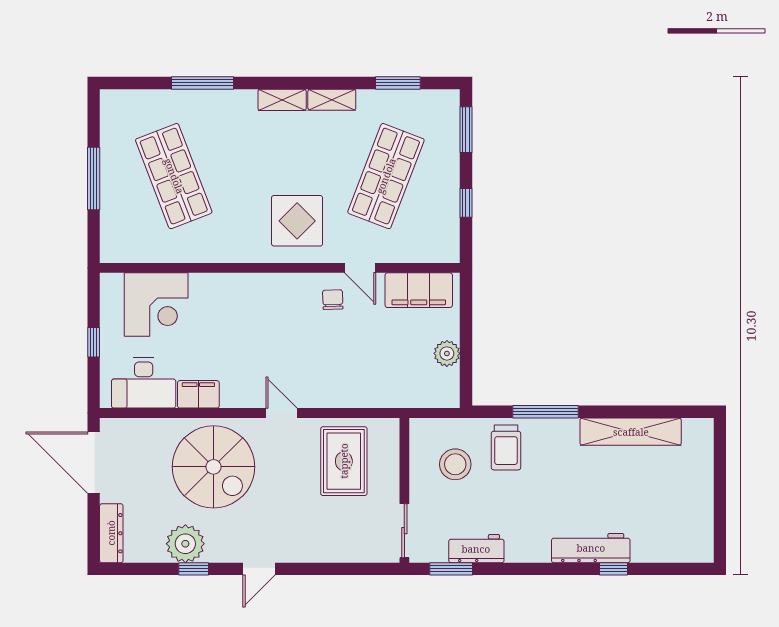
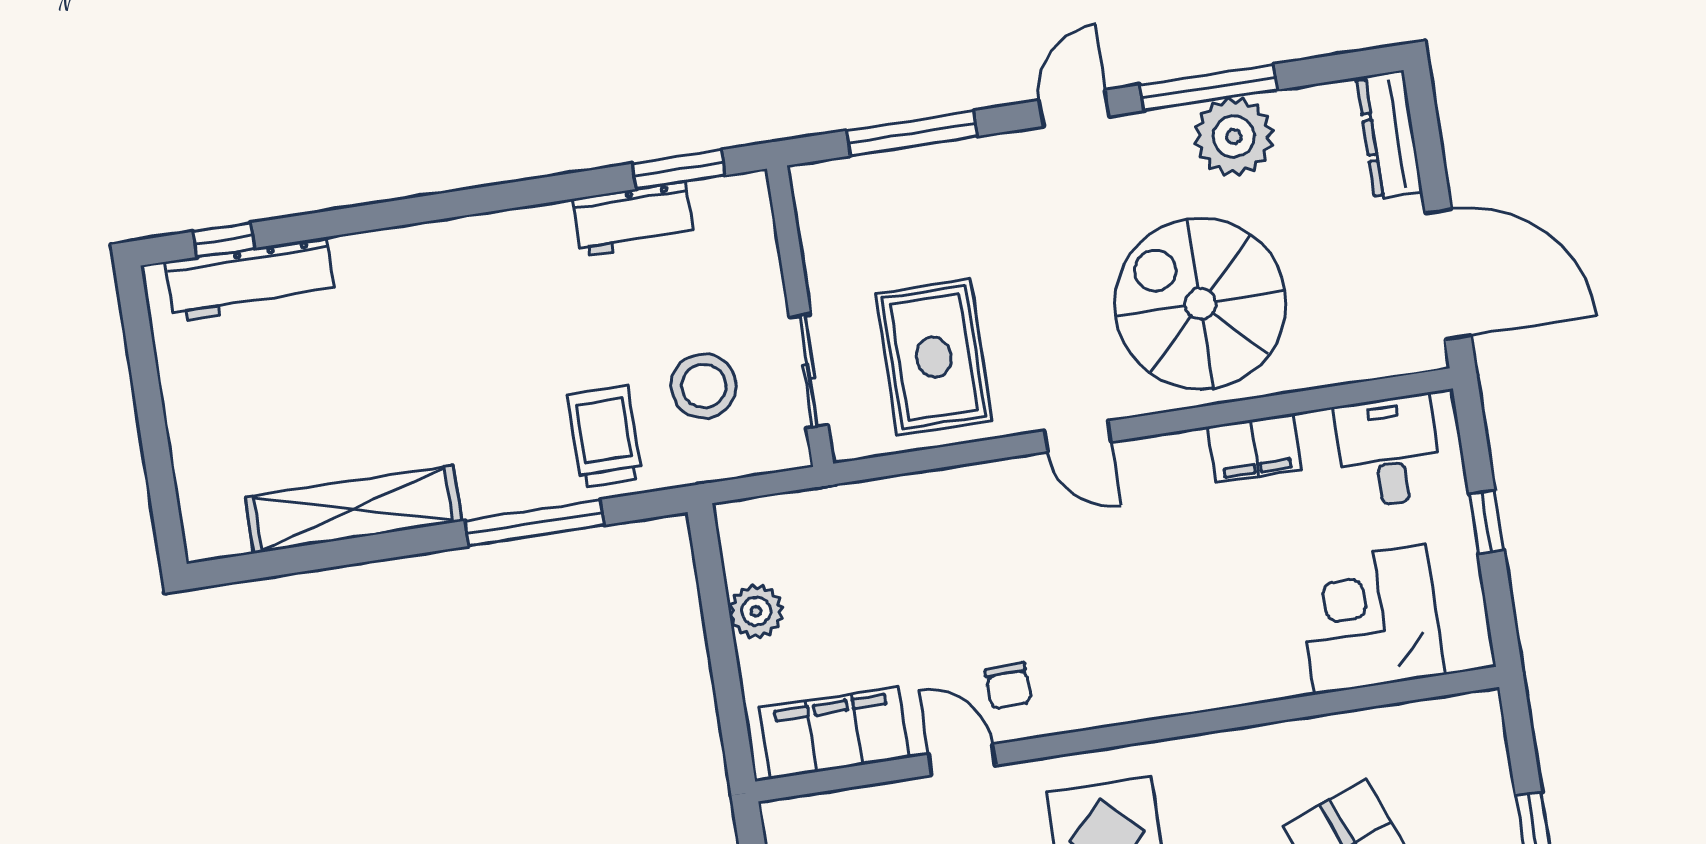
desk: (144, 383) -> (1389, 451), width x0.73
sliding door: (404, 531) -> (809, 371), moved
workbench: (591, 548) -> (250, 280), moved
window: (194, 569) -> (1209, 87), width x2.17
window: (338, 569) -> (912, 133), added
window: (614, 569) -> (224, 240), moved

